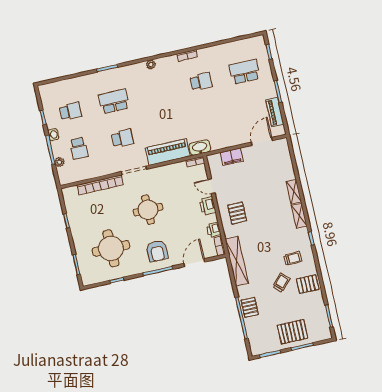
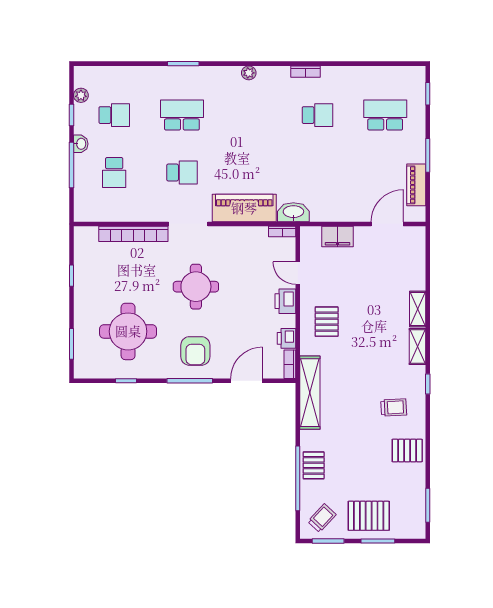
plant: (59, 162) -> (81, 95), moved
trolley: (281, 283) -> (322, 518), moved

